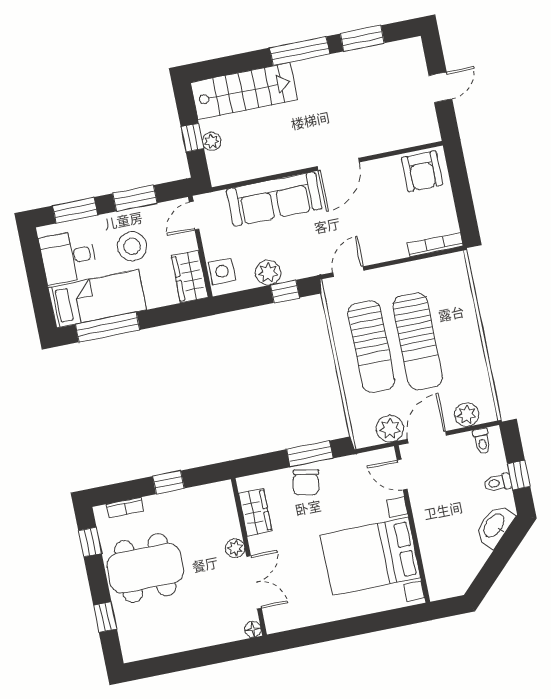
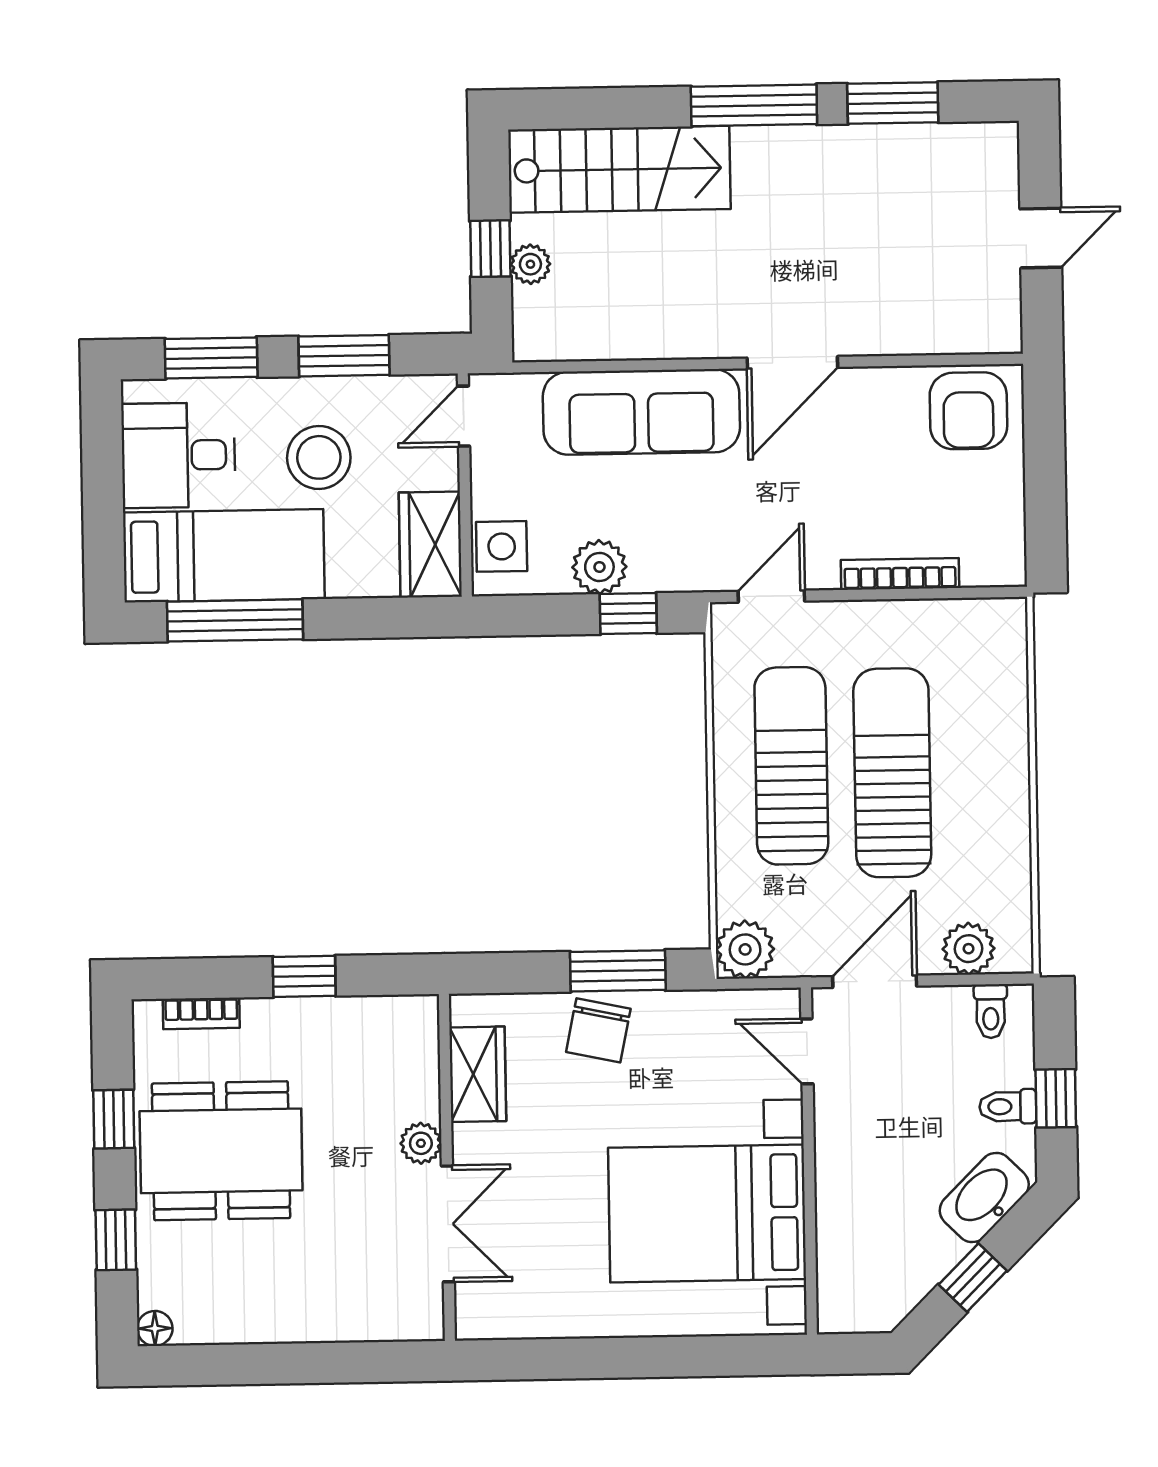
bookcase: (435, 245) -> (900, 574), moved
sun lounger: (418, 341) -> (892, 773), turned 180
sun lounger: (371, 347) -> (791, 766), turned 180
plant: (390, 429) -> (745, 949), moved
window: (90, 542) -> (114, 1119), moved
window: (496, 563) -> (973, 1278), added
floor lamp: (253, 629) -> (155, 1328), moved

